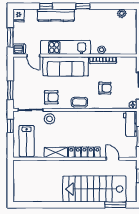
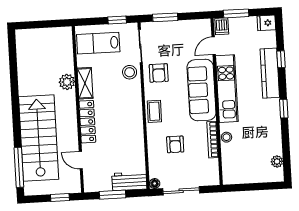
door: (113, 159) -> (81, 160), swing flipped
plant: (54, 166) -> (67, 82), added
window: (115, 205) -> (19, 167), width x1.44

